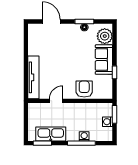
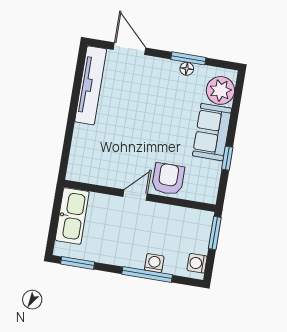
tv unit: (33, 77) -> (91, 85), moved
door: (56, 101) -> (135, 195), moved
washing machine: (108, 122) -> (197, 263), moved
kitchen sink: (51, 134) -> (72, 216), moved, turned 90

